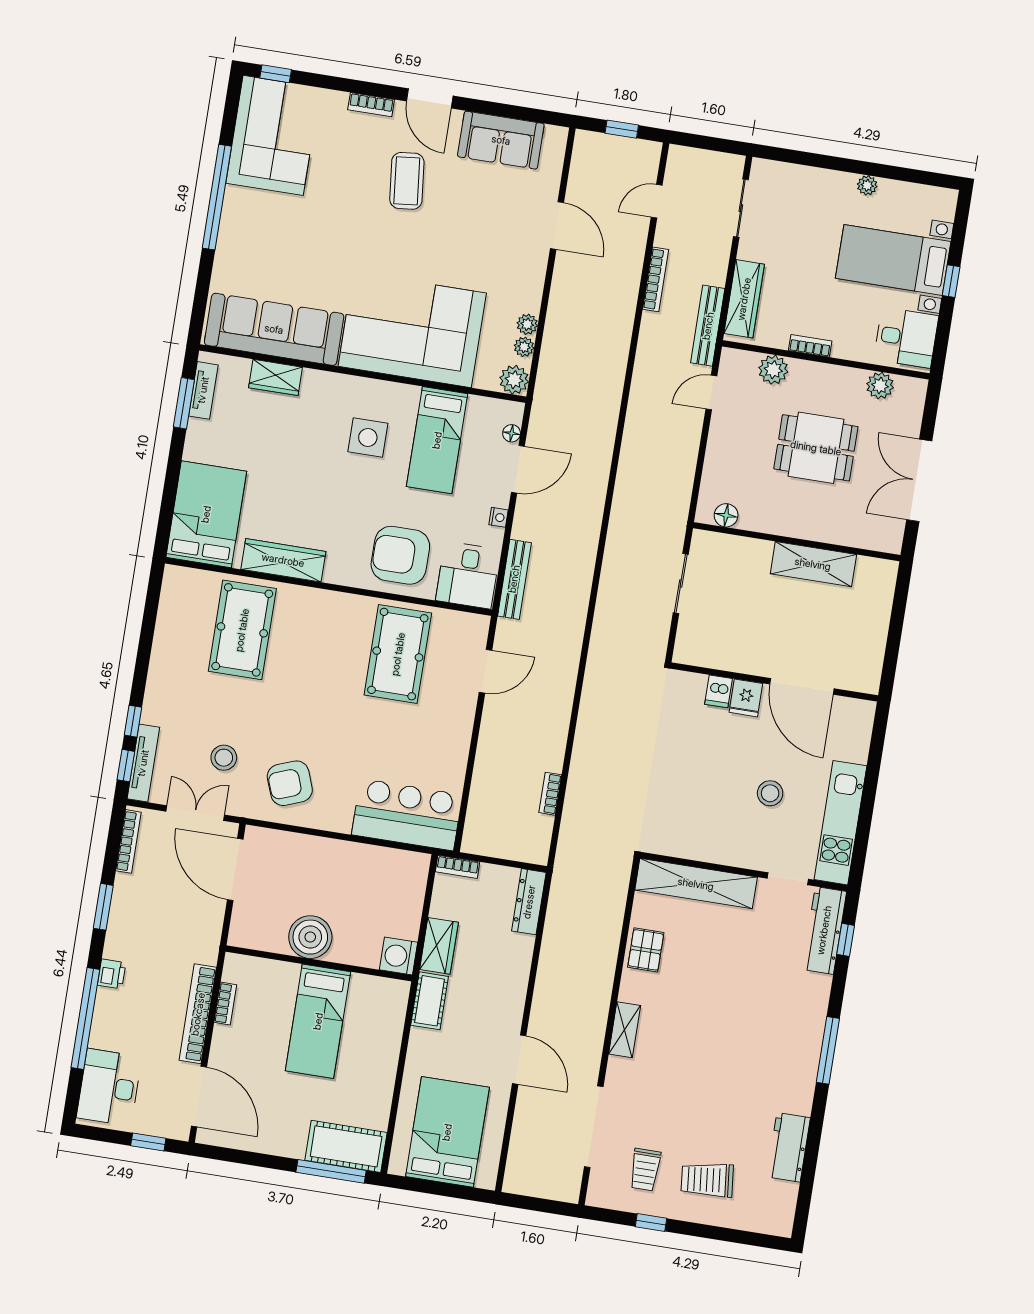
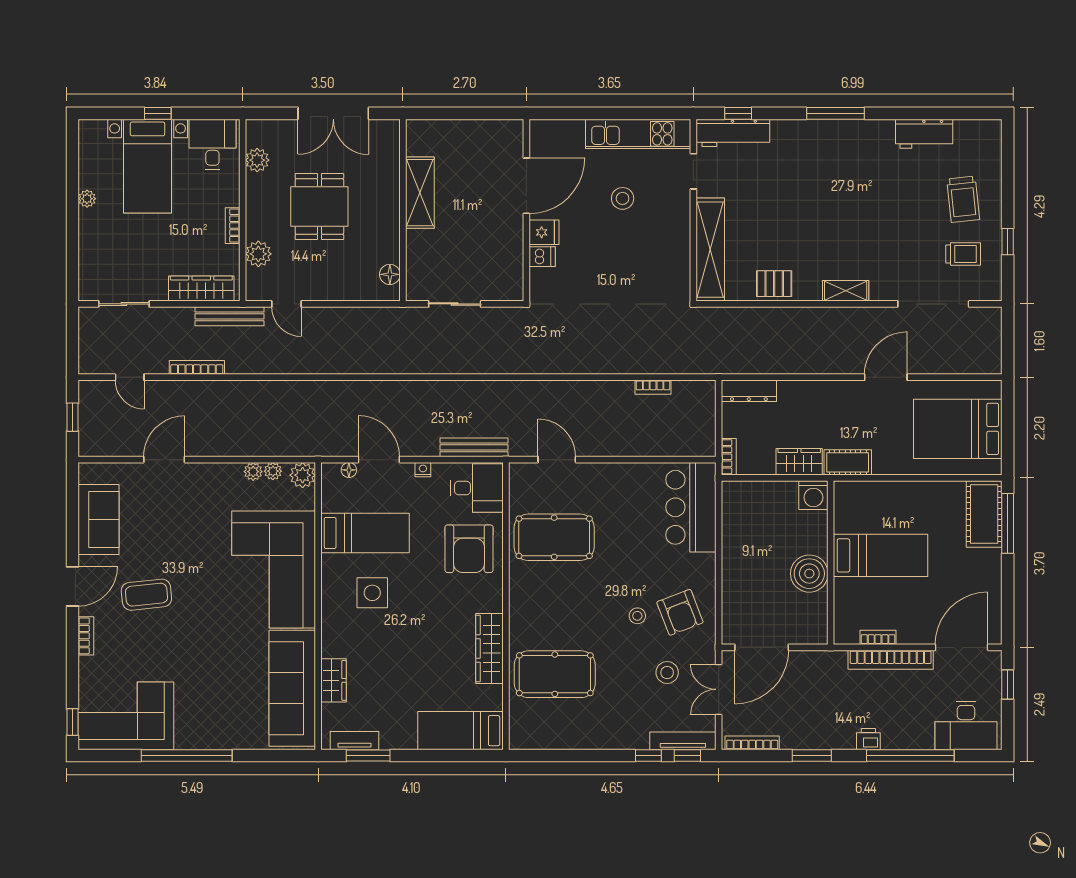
bed: (206, 514) -> (460, 731), width x0.67
stool: (294, 734) -> (637, 616), added

